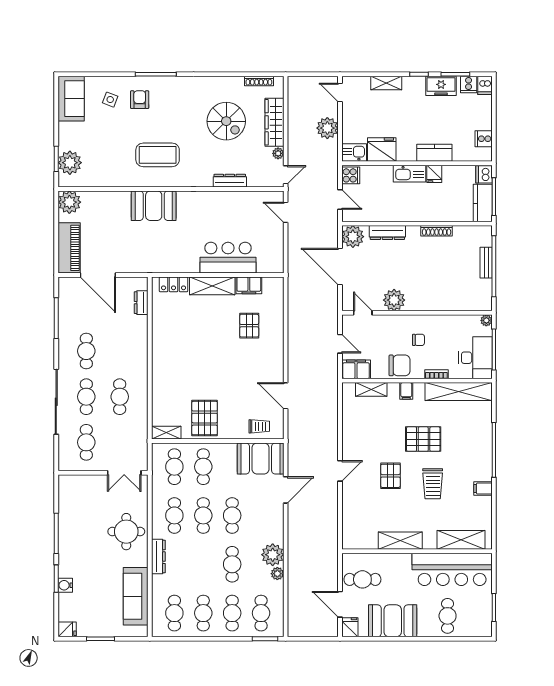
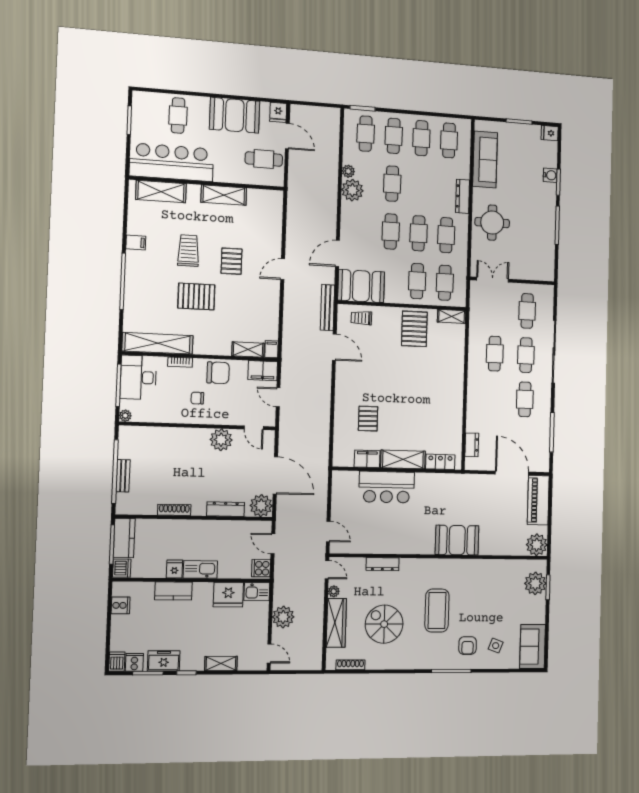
coffee table: (158, 155) -> (437, 610), moved, turned 90
door: (286, 175) -> (327, 570), swing flipped
chair: (399, 365) -> (218, 373), turned 180
filing cabinet: (406, 391) -> (272, 349), moved
bench: (294, 435) -> (327, 308), added

